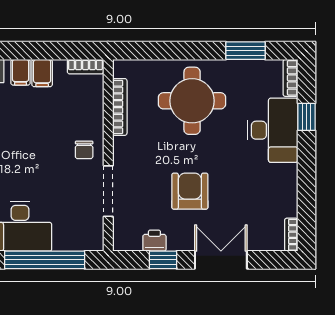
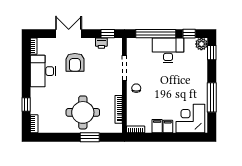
window: (246, 51) -> (90, 137), moved
desk: (273, 130) -> (43, 71), moved
armchair: (190, 191) -> (75, 62), moved
window: (163, 260) -> (108, 34), moved
double door: (221, 260) -> (69, 34), swing flipped

